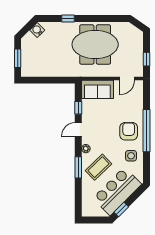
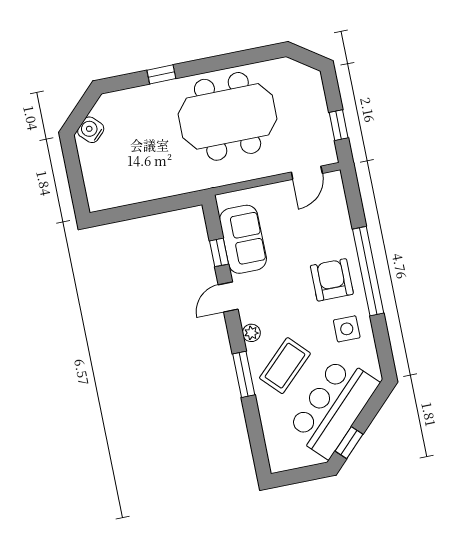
water cooler: (37, 30) -> (91, 130), moved
window: (18, 58) -> (75, 176), removed
sofa: (97, 89) -> (243, 239), moved, turned -90

